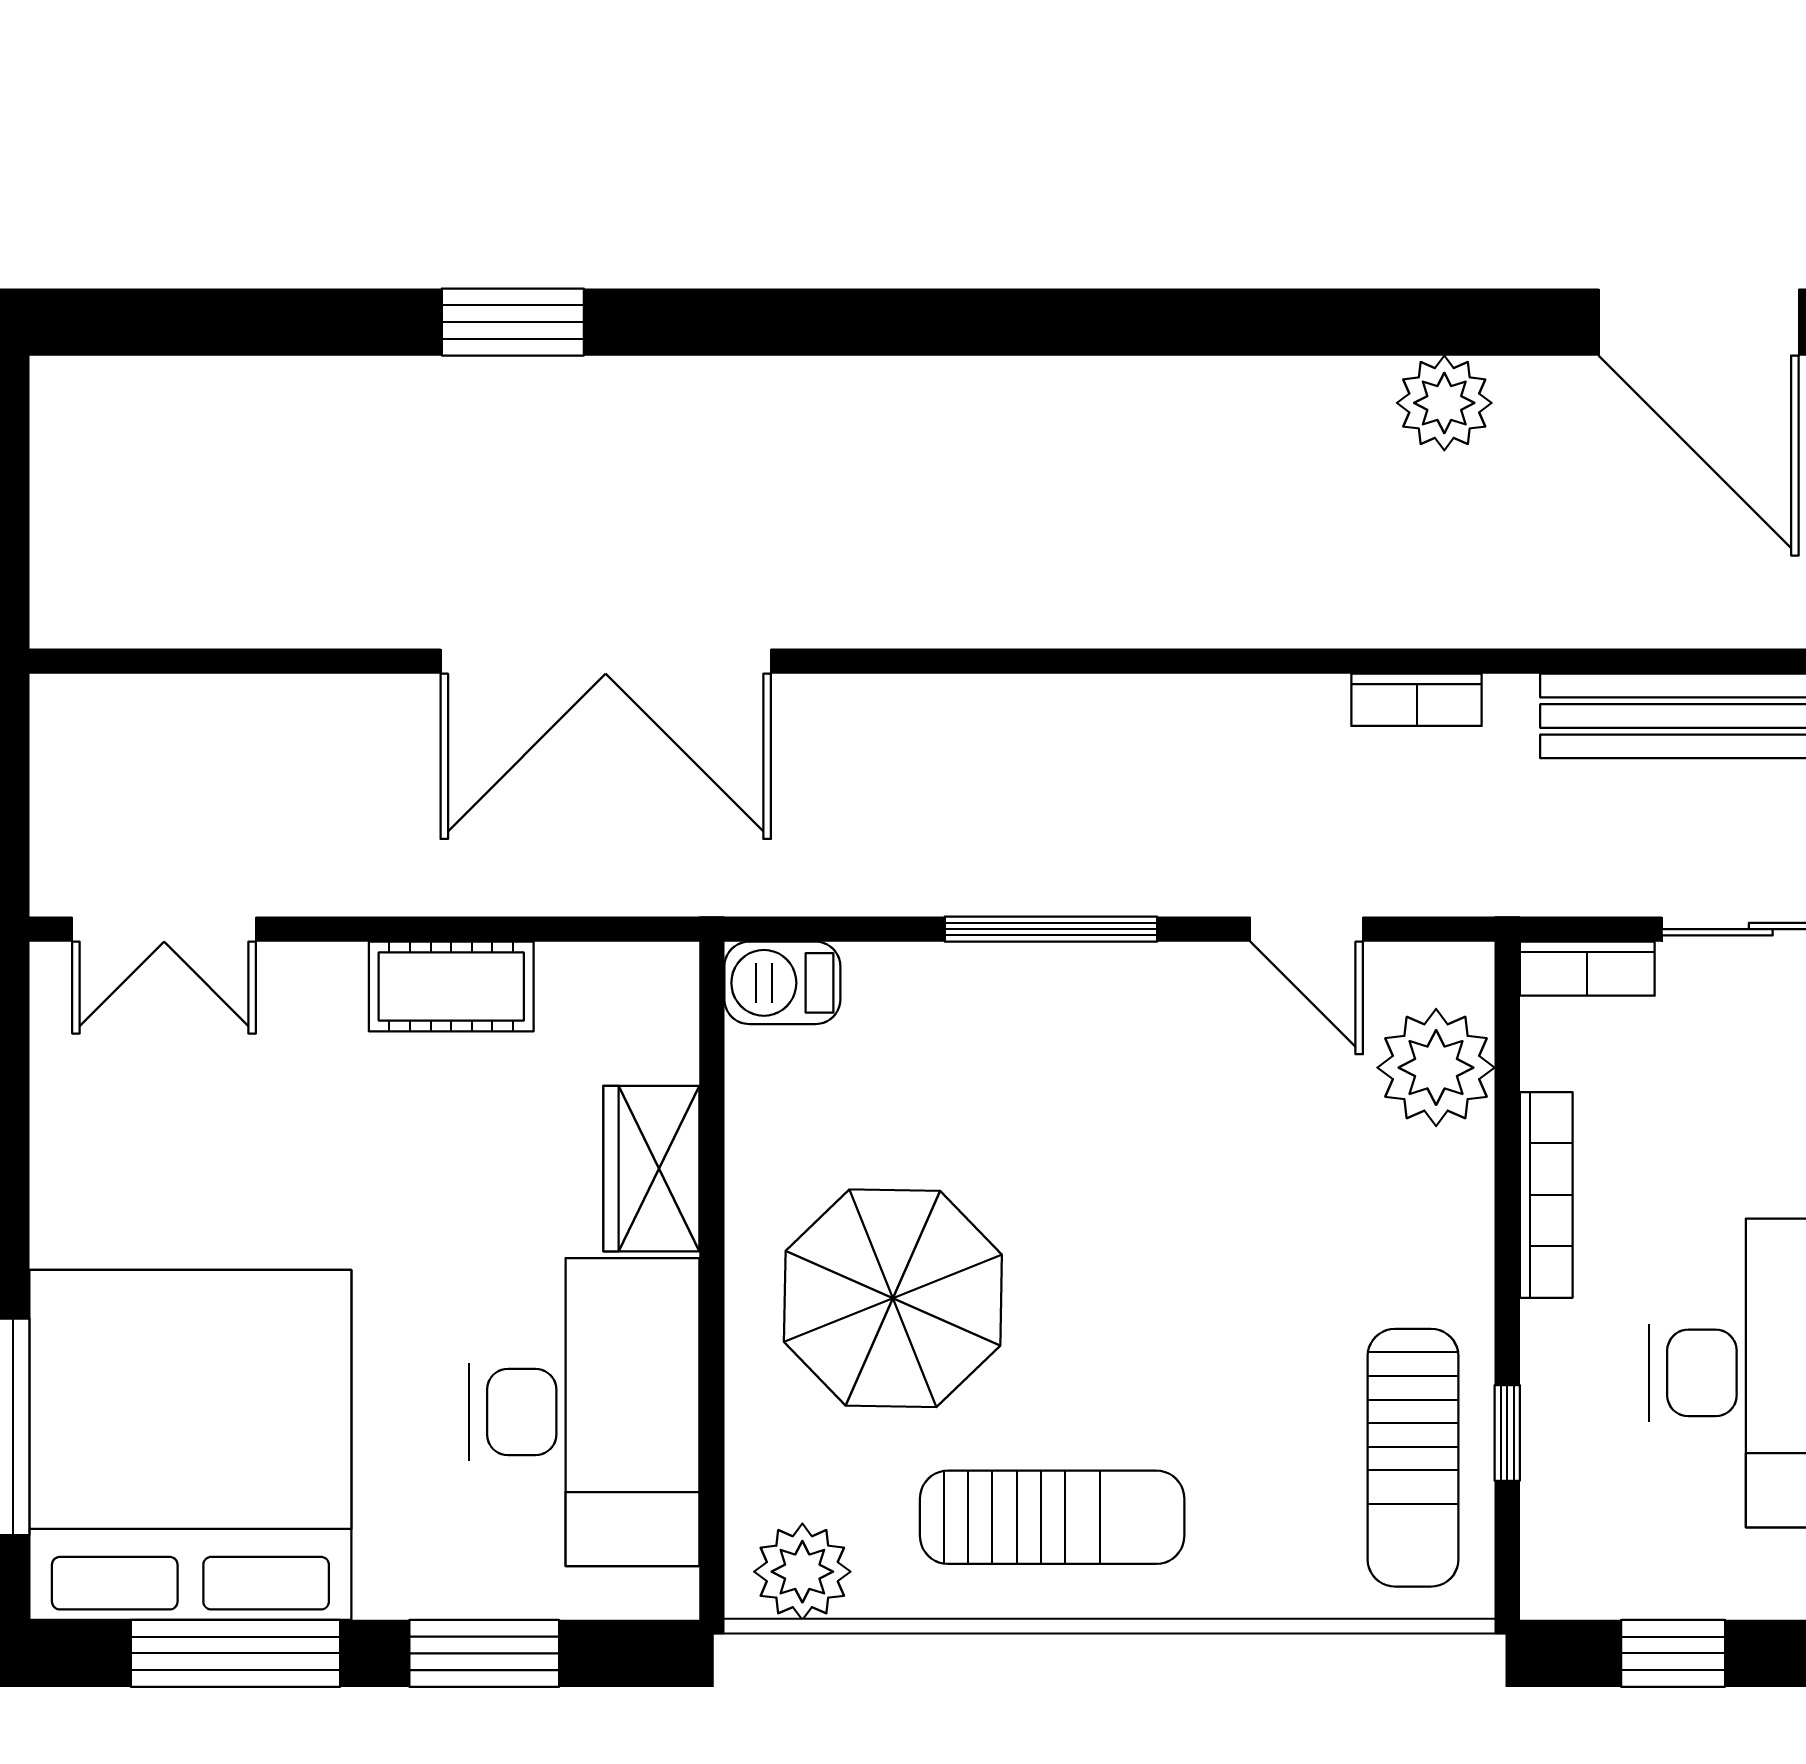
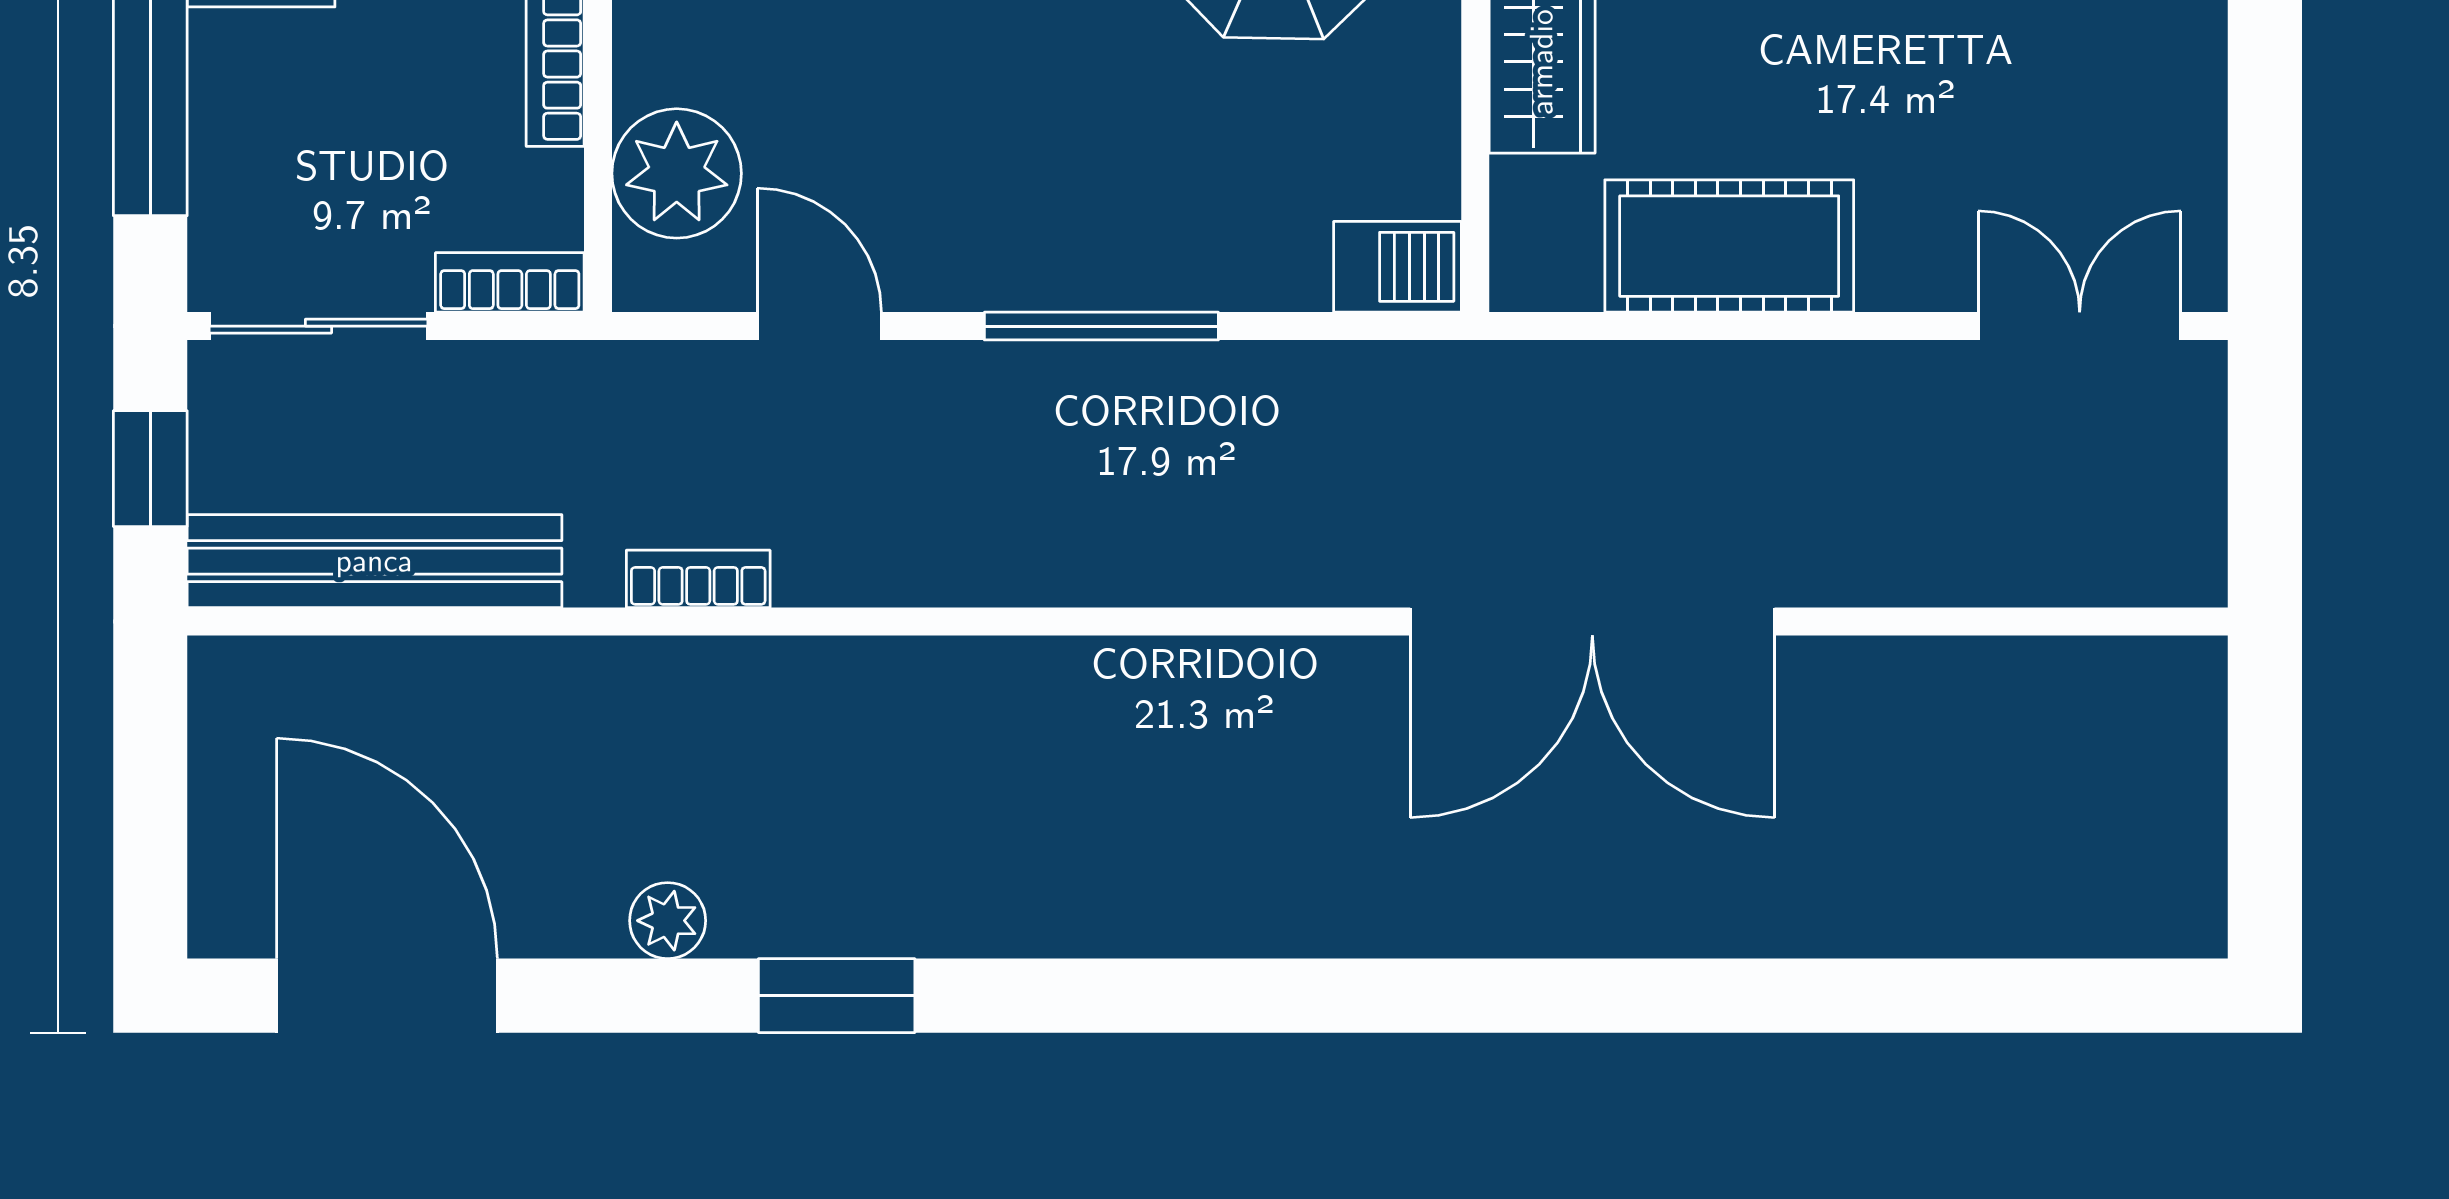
window: (513, 322) -> (837, 996), moved
plant: (1444, 403) -> (668, 921), width x0.73, depth x0.73
double door: (606, 661) -> (1592, 622), swing flipped
cot: (451, 986) -> (1729, 246), width x1.37, depth x1.34

